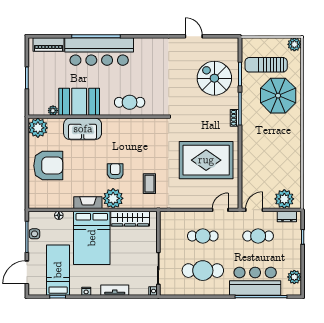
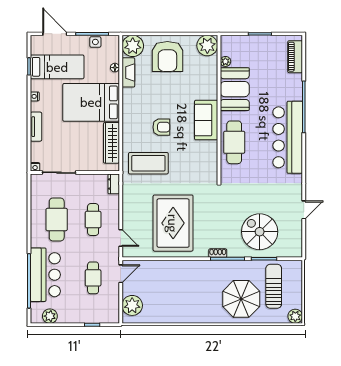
bar counter: (99, 52) -> (288, 137), moved
spiral stairs: (214, 78) -> (260, 232), turned -90
cafe table: (130, 102) -> (234, 142), width x1.37, depth x1.35
sofa: (83, 129) -> (206, 120), moved
coffee table: (149, 184) -> (148, 163), width x1.86, depth x1.72
plant: (113, 198) -> (133, 46), moved
fireplace: (88, 203) -> (128, 72), moved
door: (254, 210) -> (121, 274), hinge flipped
dresser: (287, 216) -> (114, 184), moved

